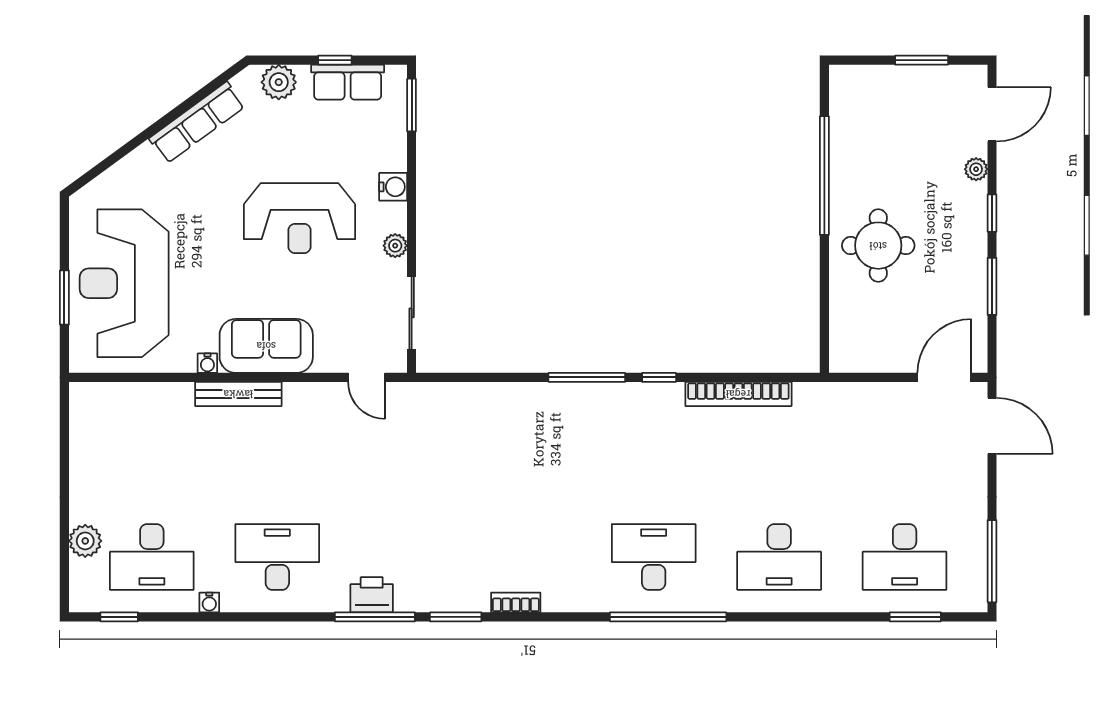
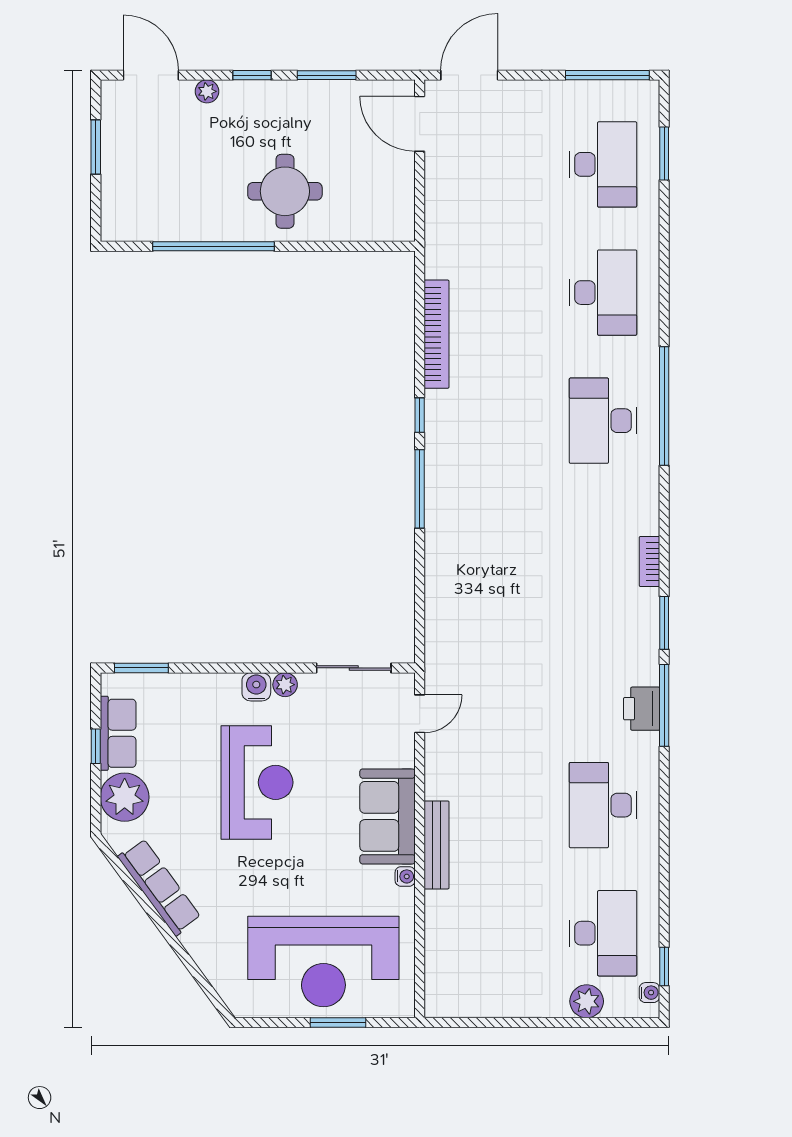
plant: (279, 82) -> (125, 797), width x1.36, depth x1.36
water cooler: (393, 187) -> (256, 687), moved
water cooler: (209, 602) -> (649, 993), moved

